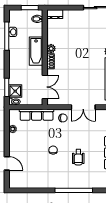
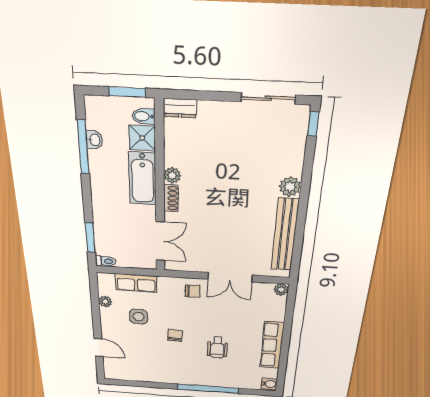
shower: (15, 91) -> (142, 138), moved
row of seats: (37, 115) -> (136, 283), width x0.68
side table: (32, 138) -> (139, 317), added

